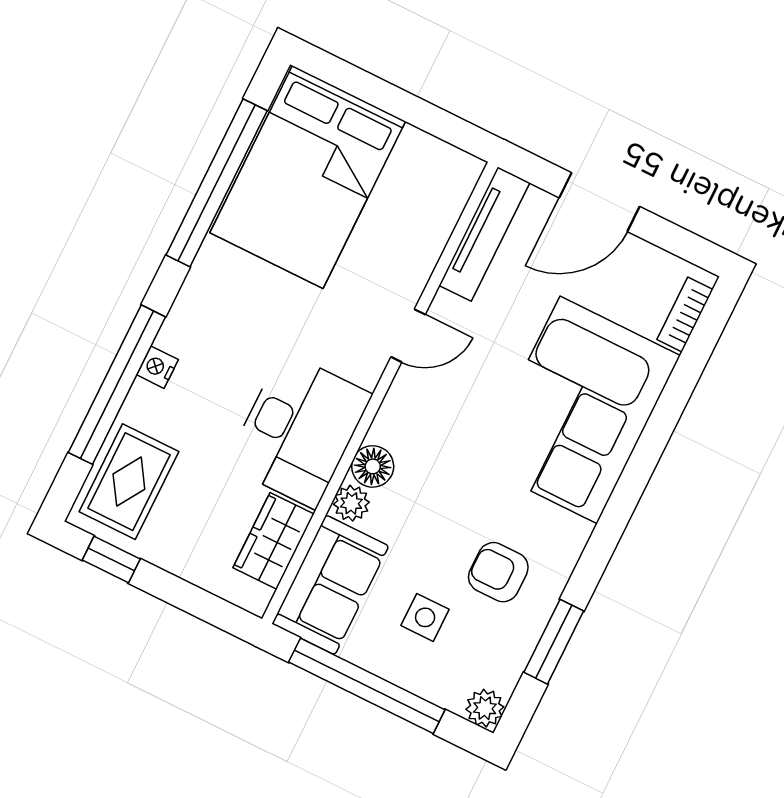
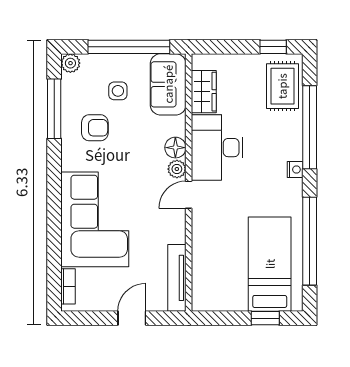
window: (363, 85) -> (265, 318), added
bed: (308, 177) -> (270, 264), width x0.67
door: (599, 202) -> (132, 318), width x0.73
door: (408, 336) -> (189, 195), moved
nightstand: (157, 367) -> (295, 170), moved
plant: (351, 503) -> (177, 169), moved
window: (554, 642) -> (54, 109), width x1.44

